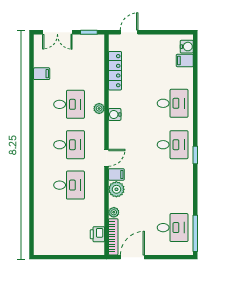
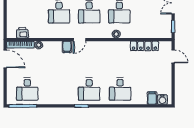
water cooler: (115, 114) -> (112, 46), removed
door: (106, 158) -> (79, 40), hinge flipped
plant: (116, 189) -> (56, 47), removed

